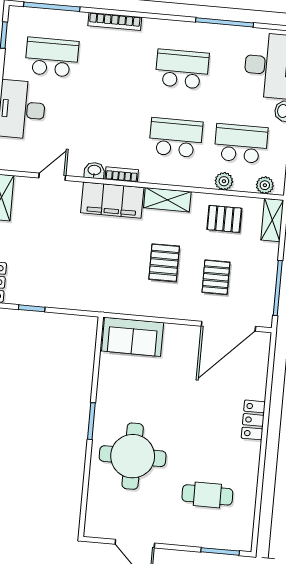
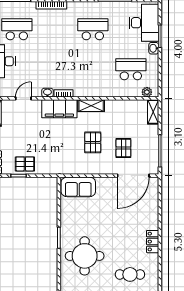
school desk: (176, 138) -> (93, 69), removed
plant: (224, 181) -> (123, 92), removed
pallet: (224, 219) -> (25, 164), moved
locker: (253, 420) -> (153, 242), moved

